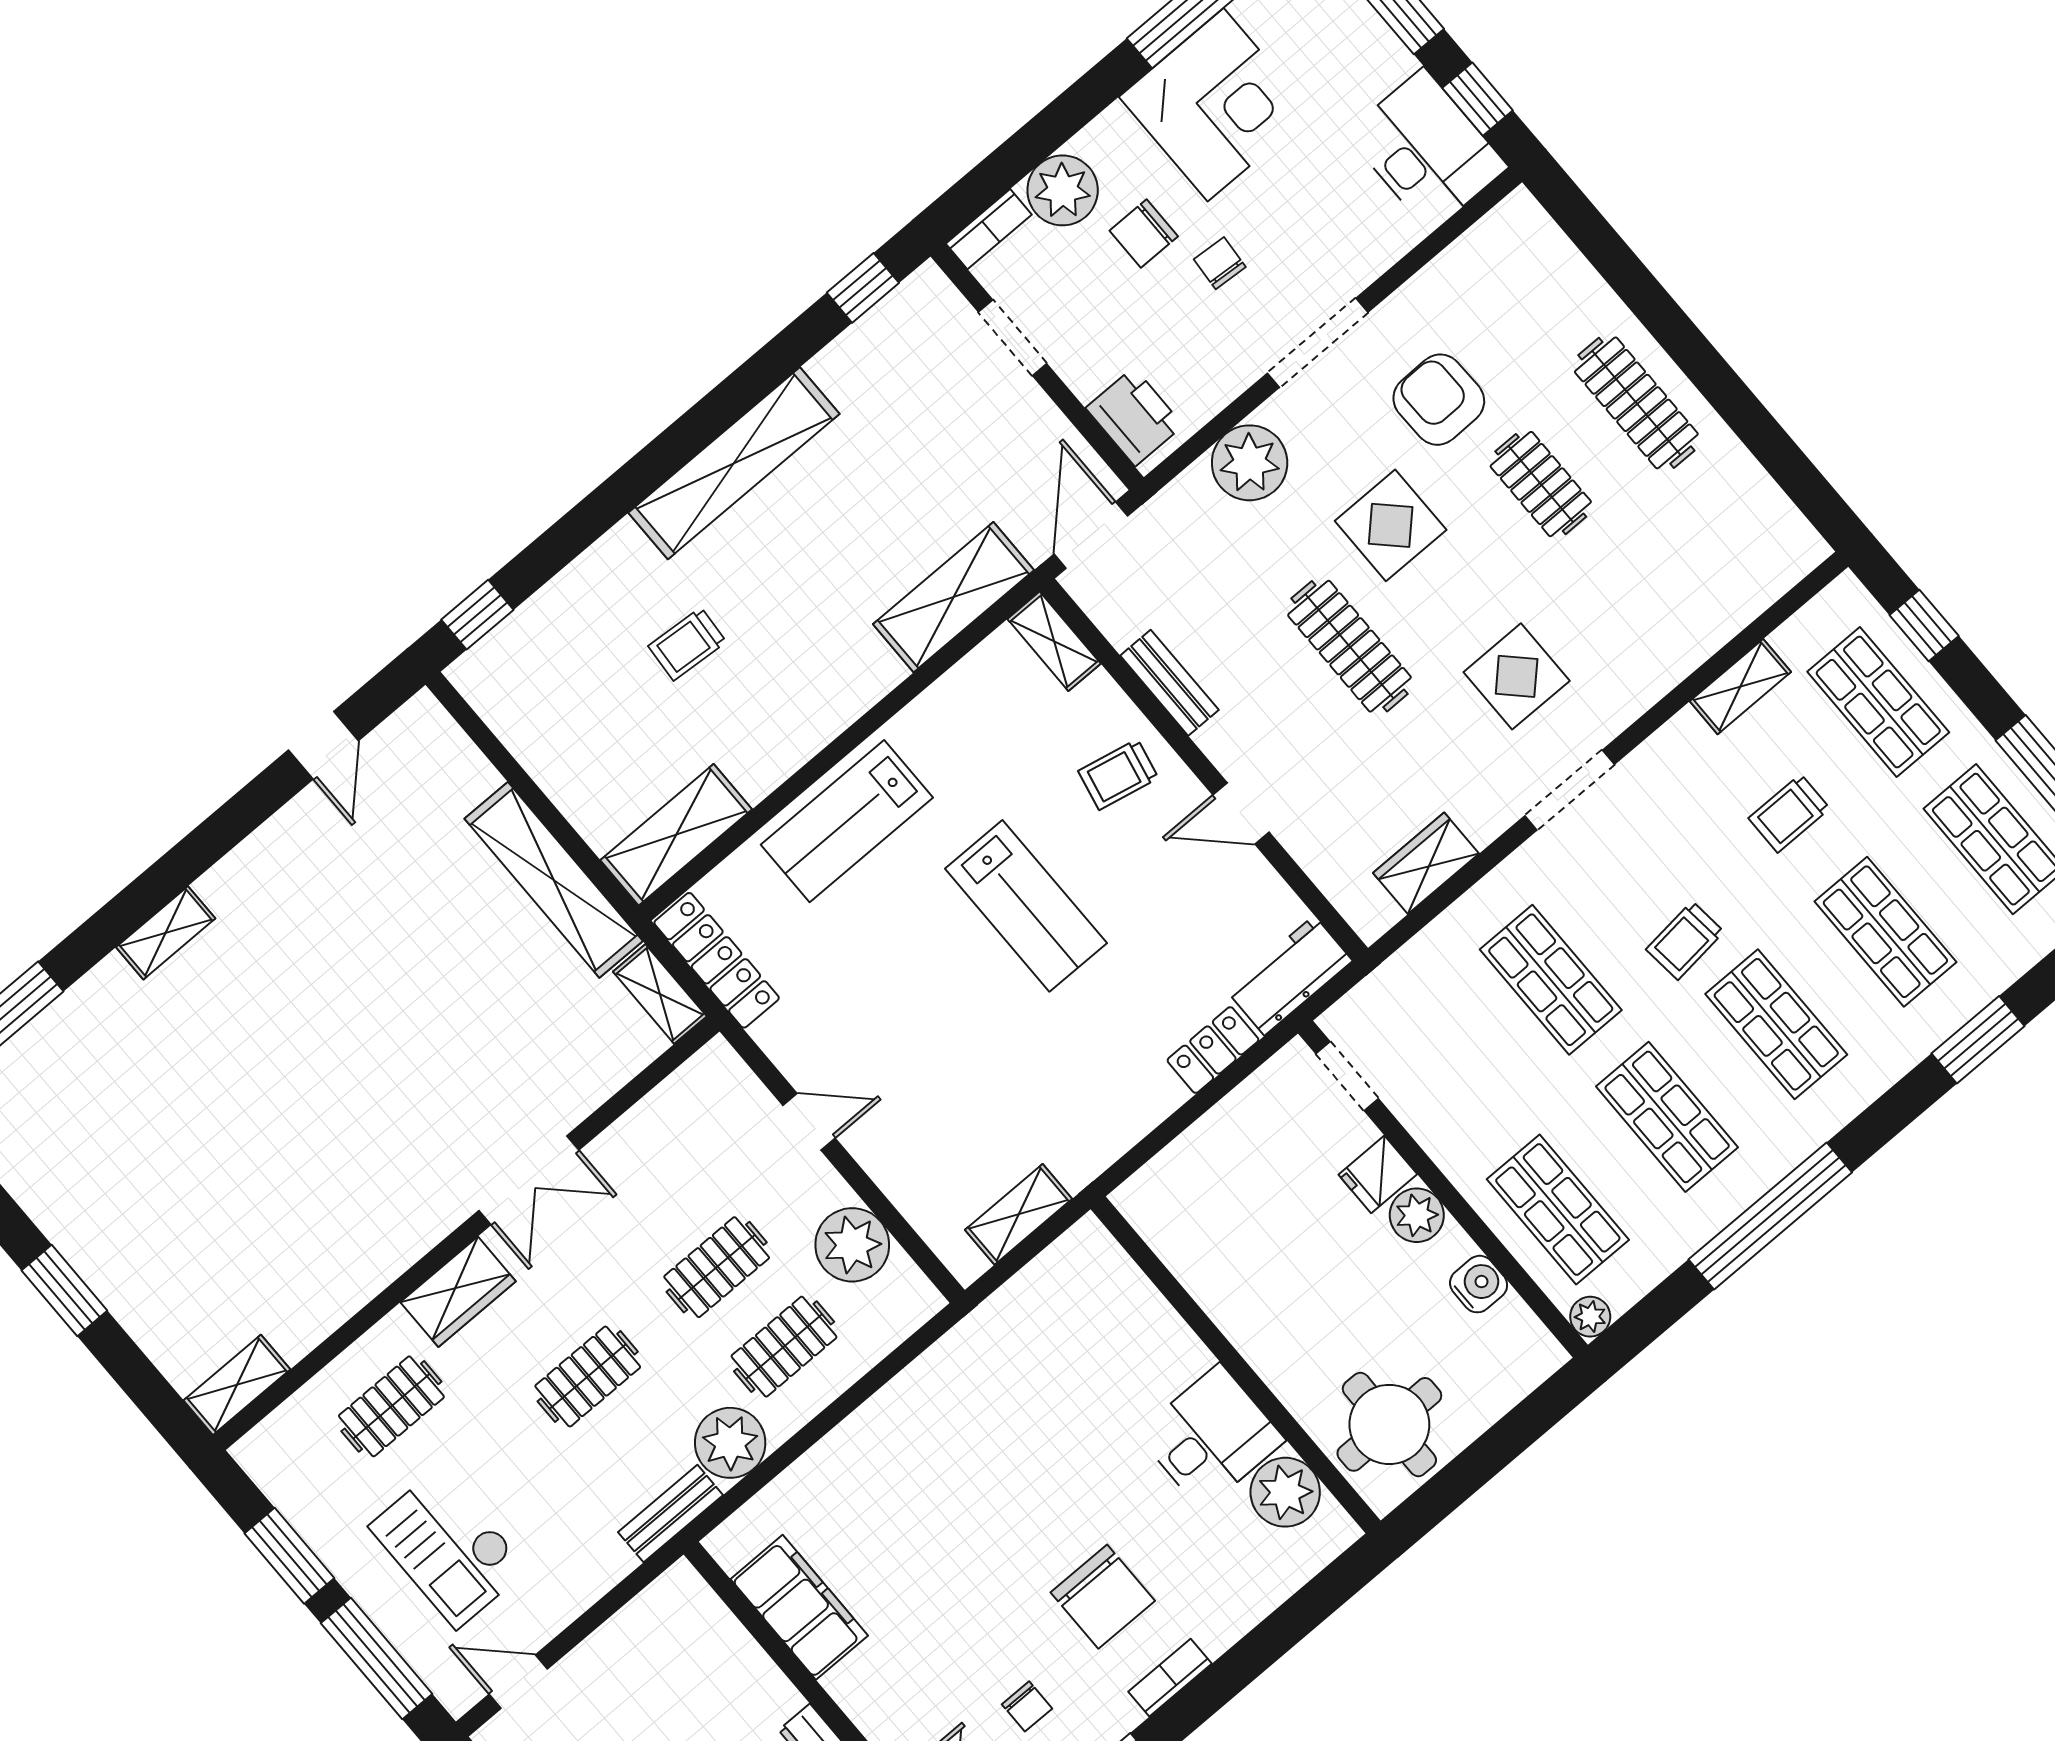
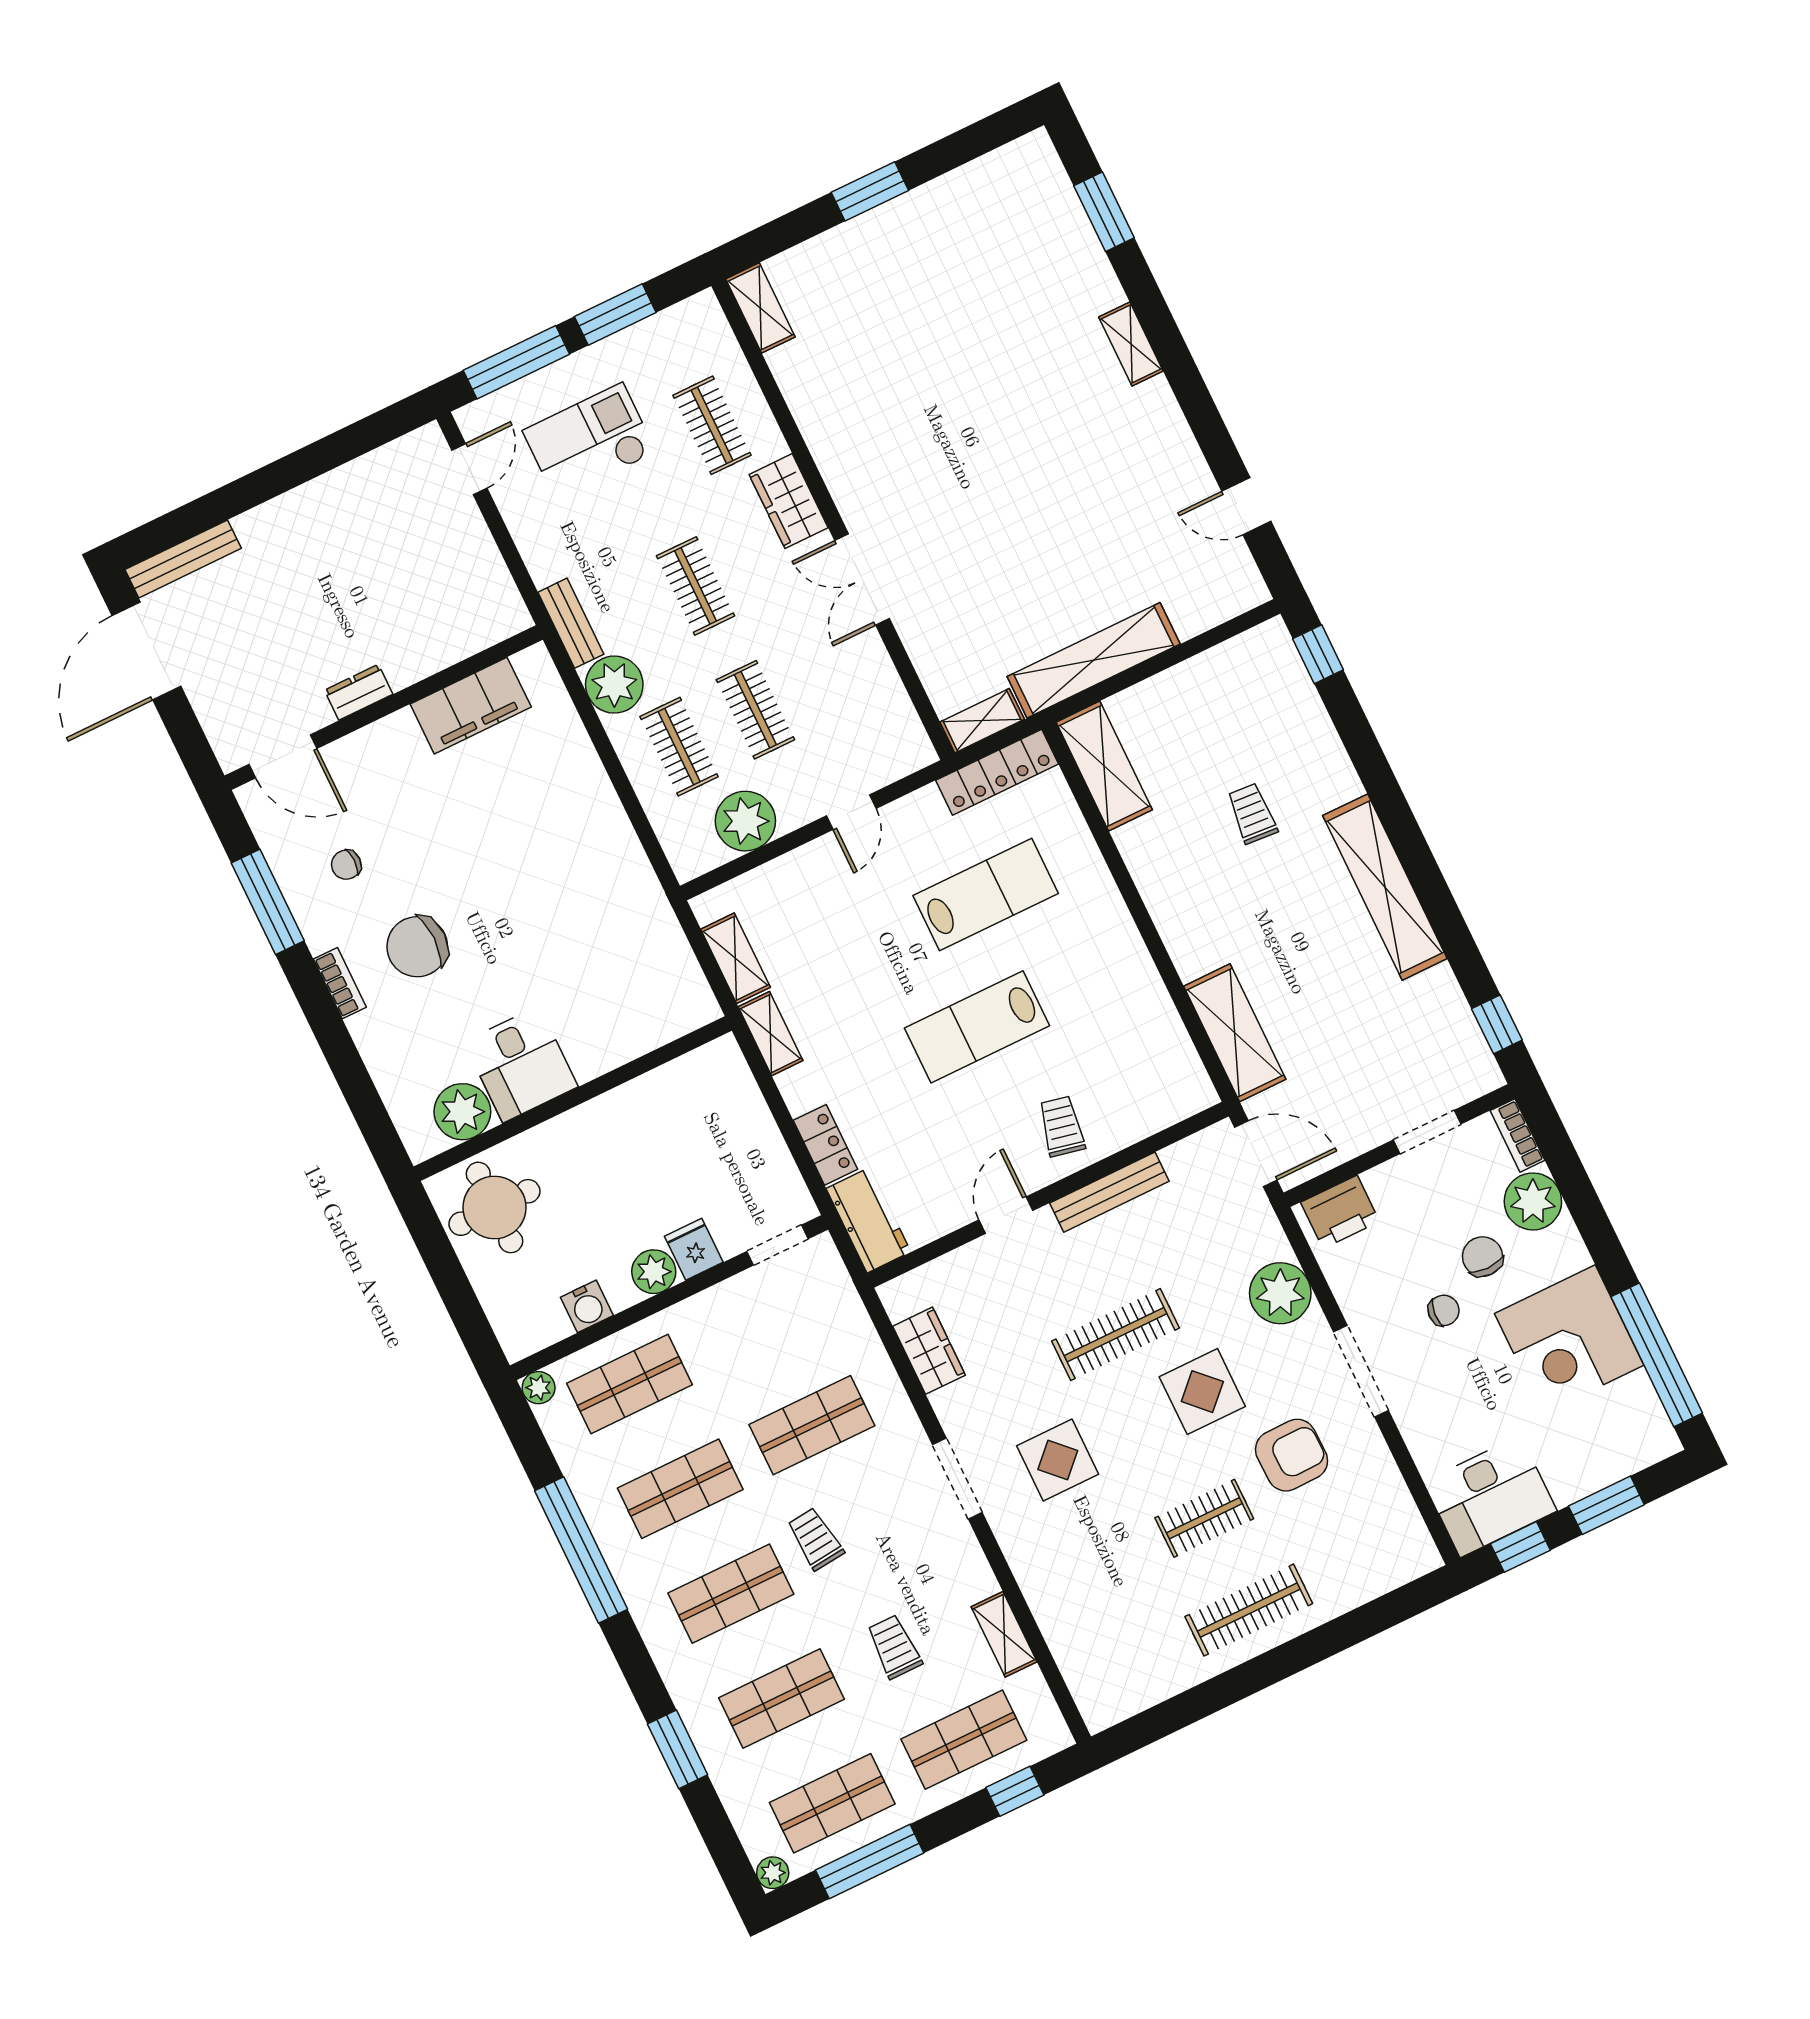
shelving: (1054, 641) -> (770, 1034), moved, turned 90
bench: (1169, 683) -> (1109, 1192), width x1.36
lab bench: (847, 821) -> (986, 895), moved, turned 90

